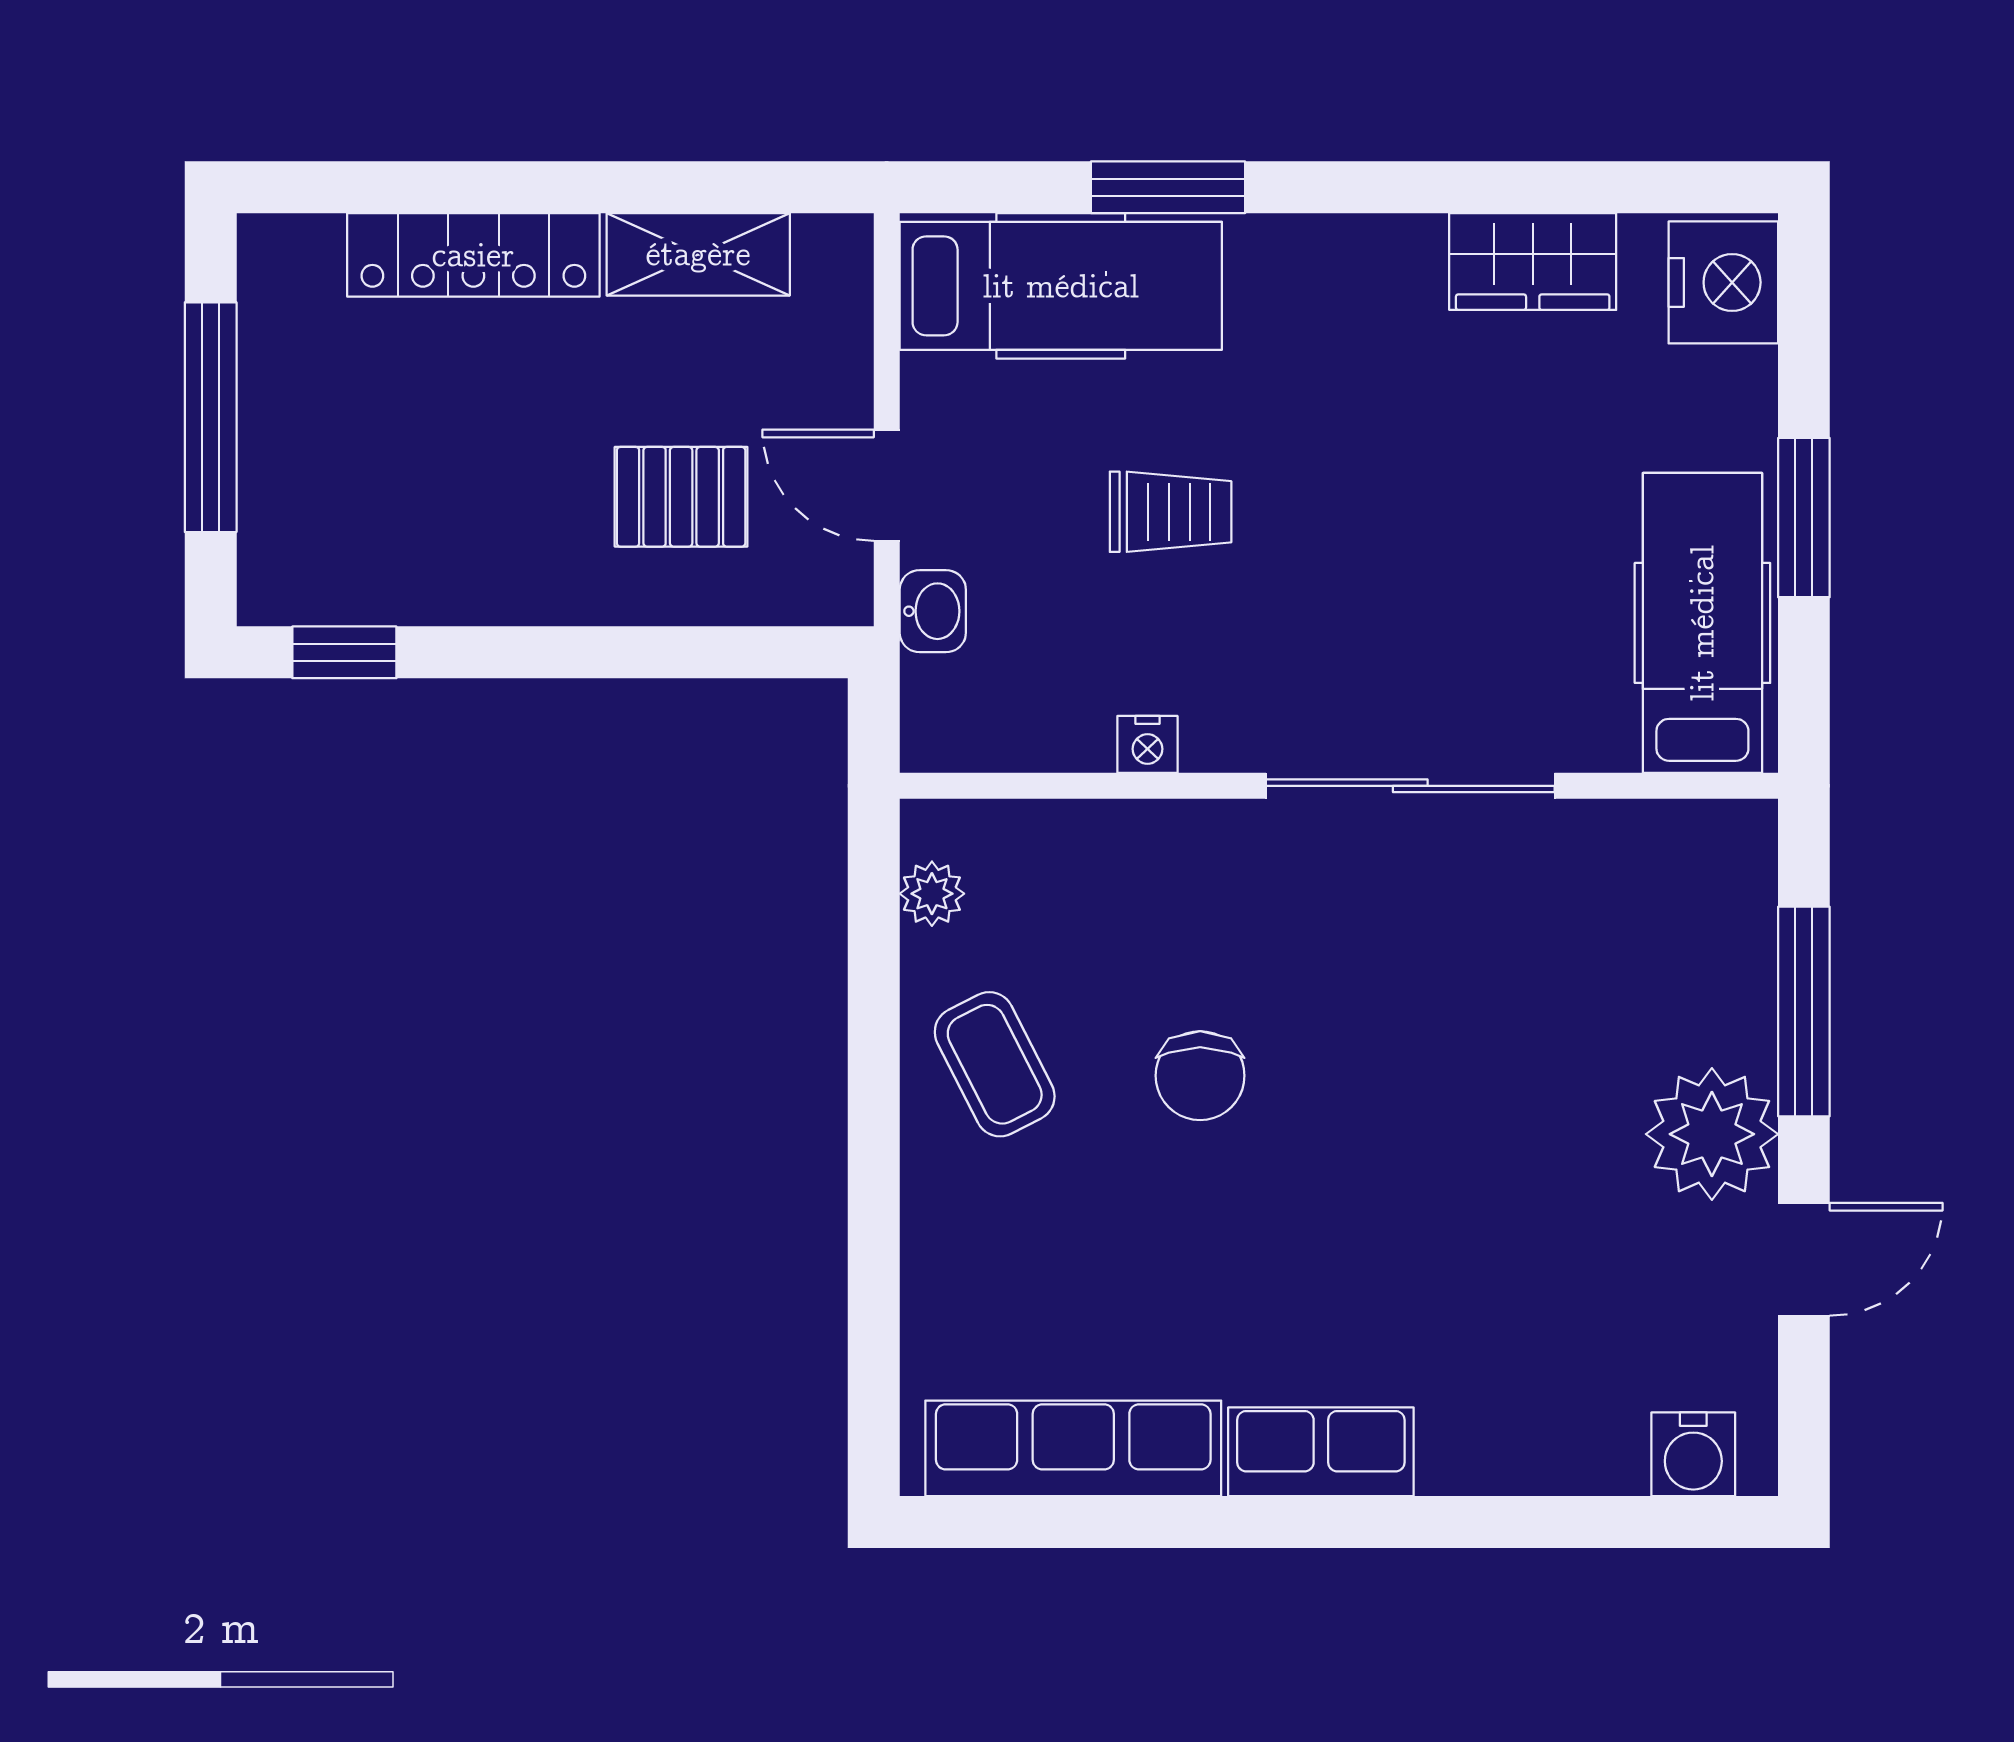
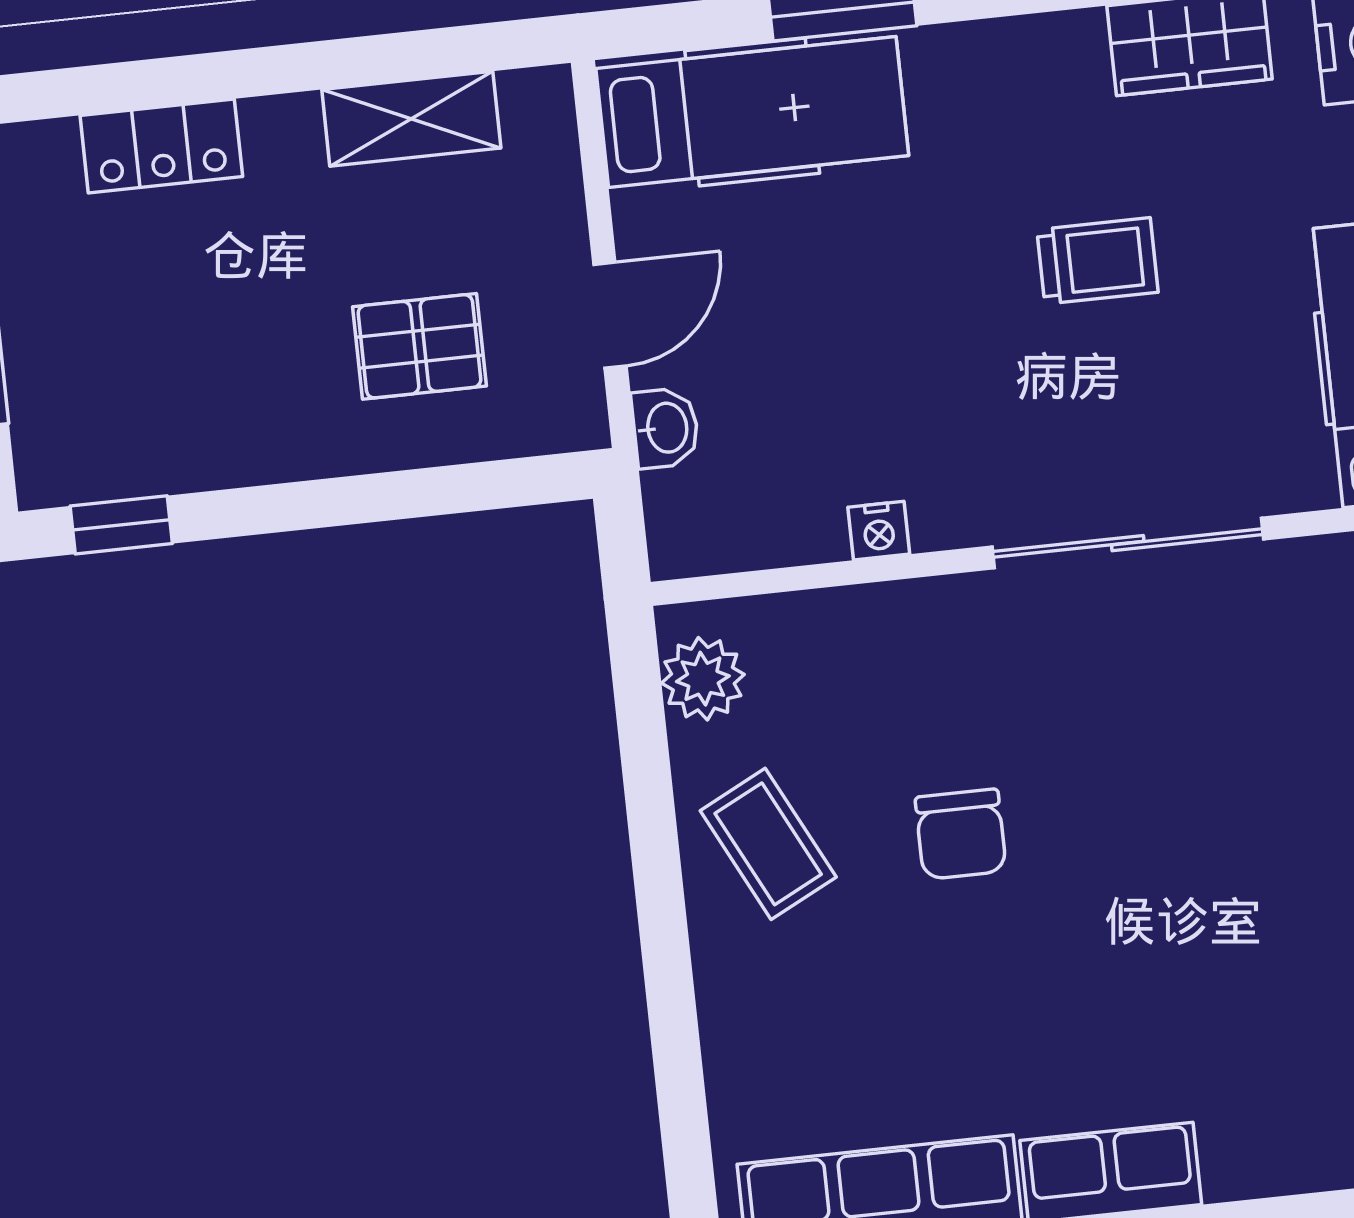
locker: (473, 255) -> (161, 146), width x0.66
door: (887, 485) -> (610, 315), swing flipped
trolley: (1171, 512) -> (1097, 261), moved
plant: (932, 894) -> (703, 679), width x1.38, depth x1.38

